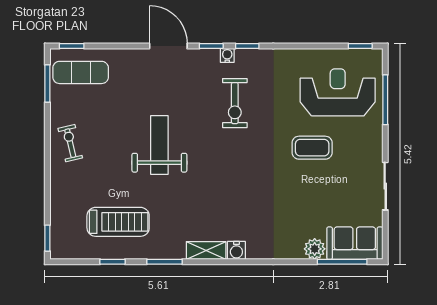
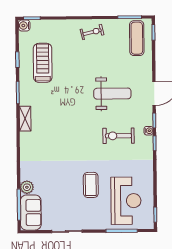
weight bench: (159, 145) -> (112, 94), moved
treadmill: (118, 222) -> (43, 63), turned 180
water cooler: (236, 250) -> (24, 25), moved

